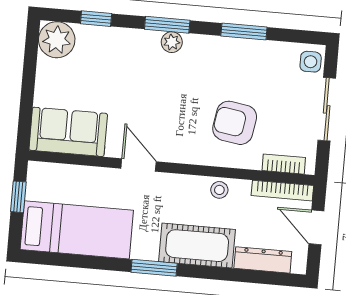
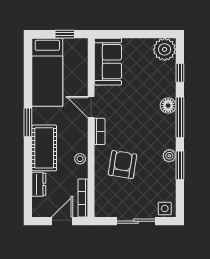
window: (167, 25) -> (180, 117), width x1.44
floor lamp: (147, 42) -> (168, 106), added
plant: (172, 42) -> (169, 156), moved
bookcase: (284, 164) -> (100, 131), moved
door: (139, 165) -> (91, 107), swing flipped
dresser: (263, 260) -> (39, 184), width x0.70

